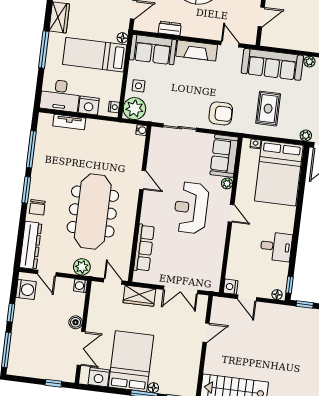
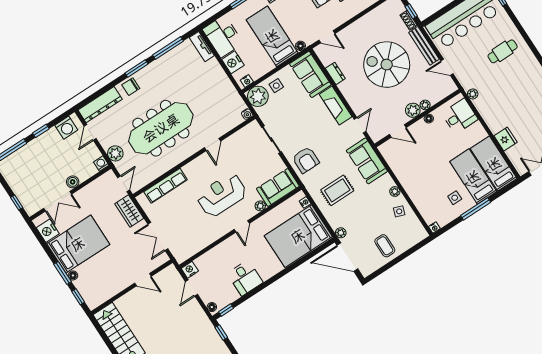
sofa: (272, 64) -> (367, 161), width x0.73
tv unit: (69, 122) -> (202, 47), moved

